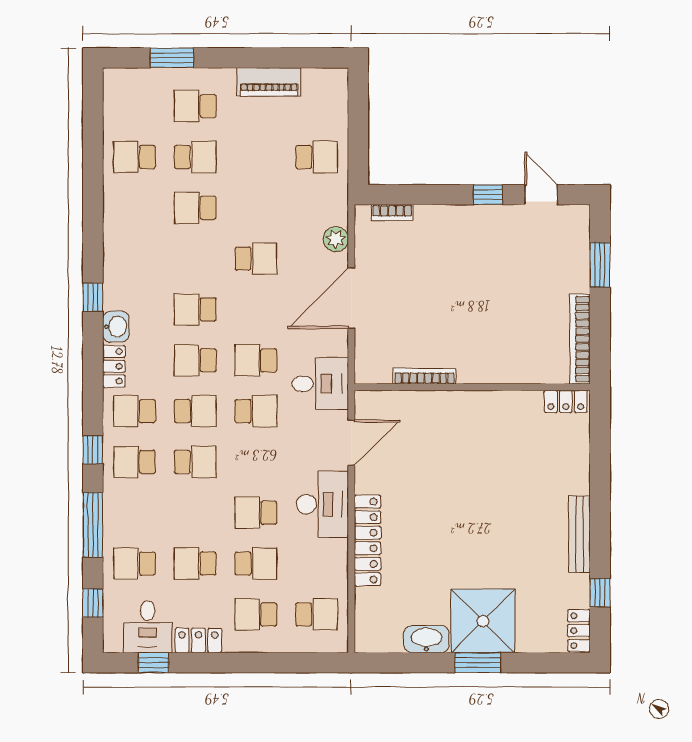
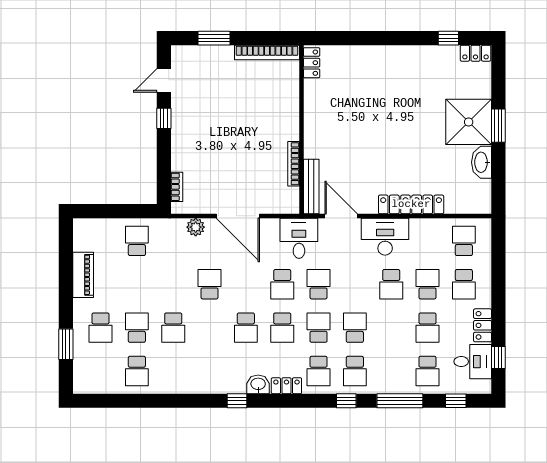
bench: (579, 534) -> (311, 186), moved, turned 90

